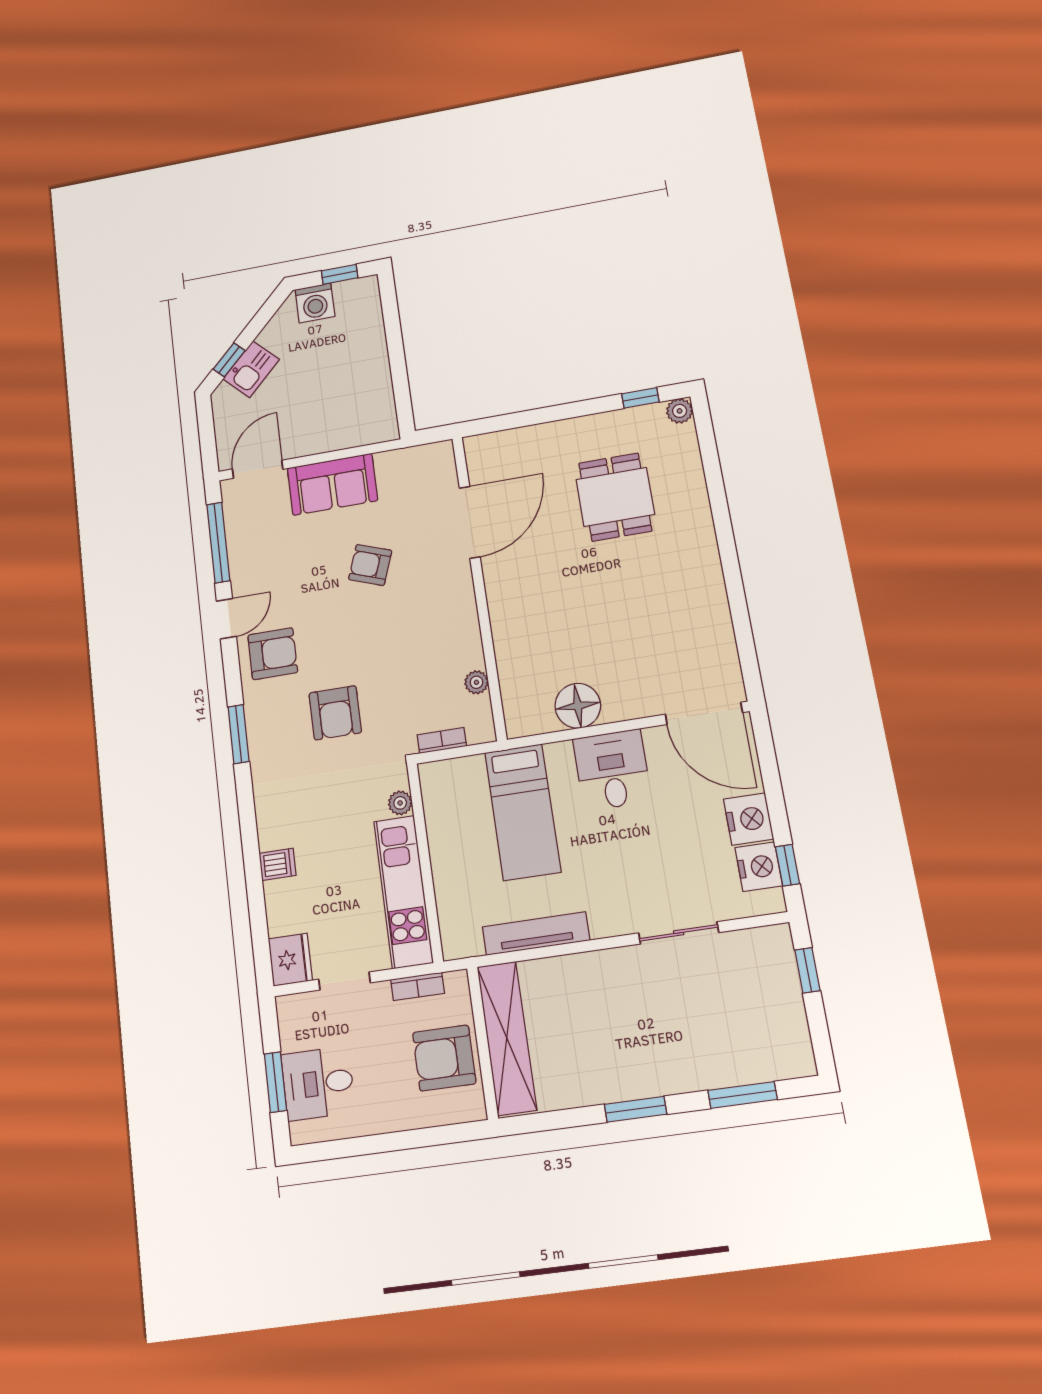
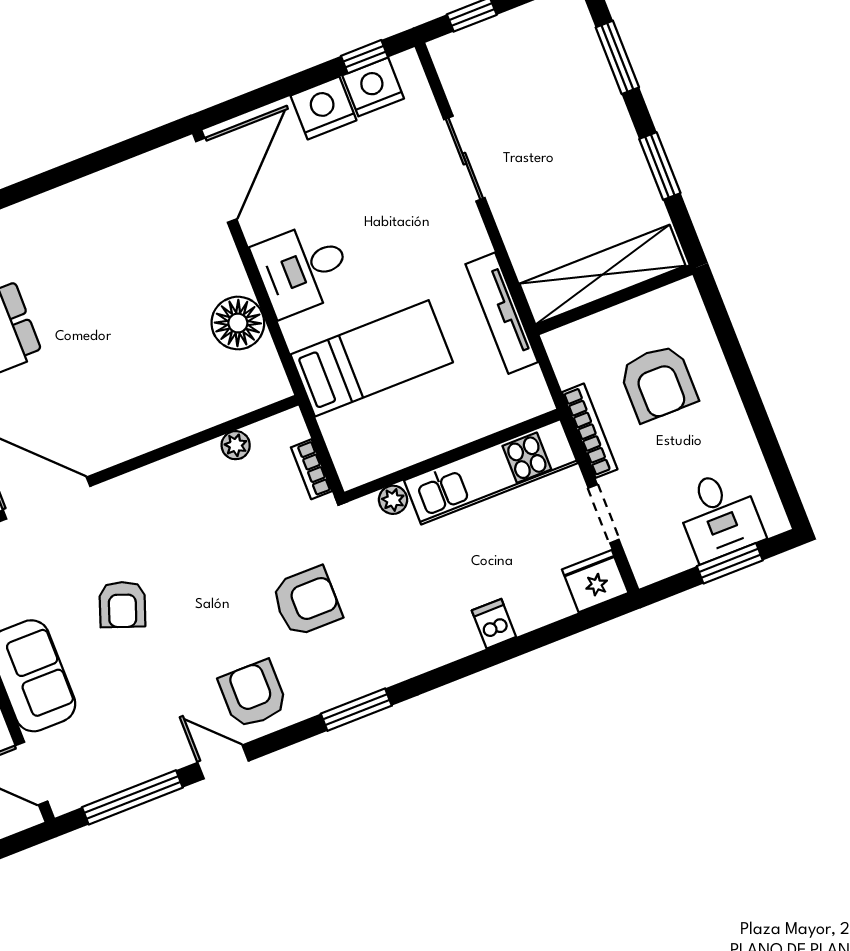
bookcase: (417, 986) -> (590, 431), width x1.56
shelving: (507, 1038) -> (603, 275), moved
wall: (482, 1043) -> (614, 300), moved

